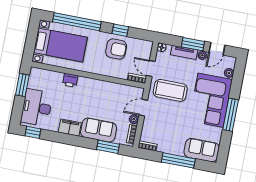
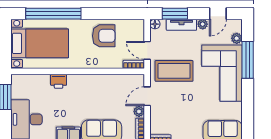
window: (120, 30) -> (104, 14), removed
window: (193, 44) -> (175, 14), moved
window: (231, 115) -> (248, 60), moved

